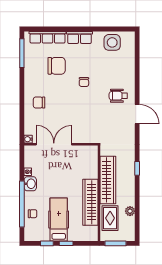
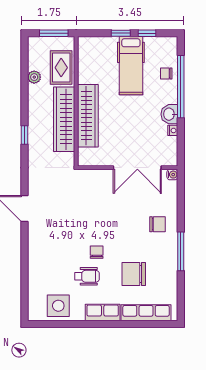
window: (22, 53) -> (181, 251), moved
wheelchair: (118, 96) -> (87, 276), moved
wardrobe: (90, 202) -> (88, 116), moved

